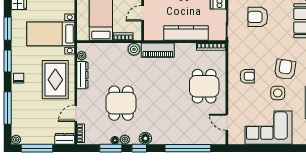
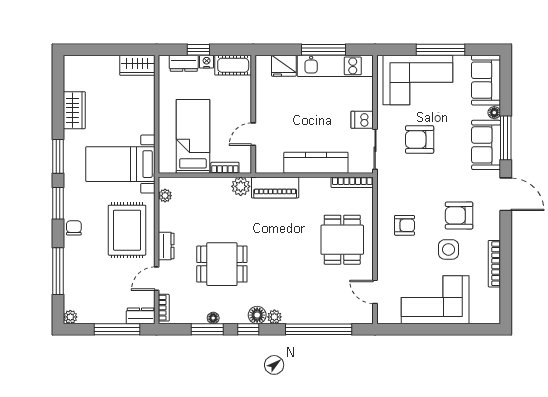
armchair: (285, 69) -> (459, 215), turned -99
dresser: (82, 75) -> (166, 246), moved, width x0.70
dining table: (121, 103) -> (222, 264), turned 90
plant: (125, 140) -> (274, 317), moved
window: (37, 148) -> (117, 329), moved

